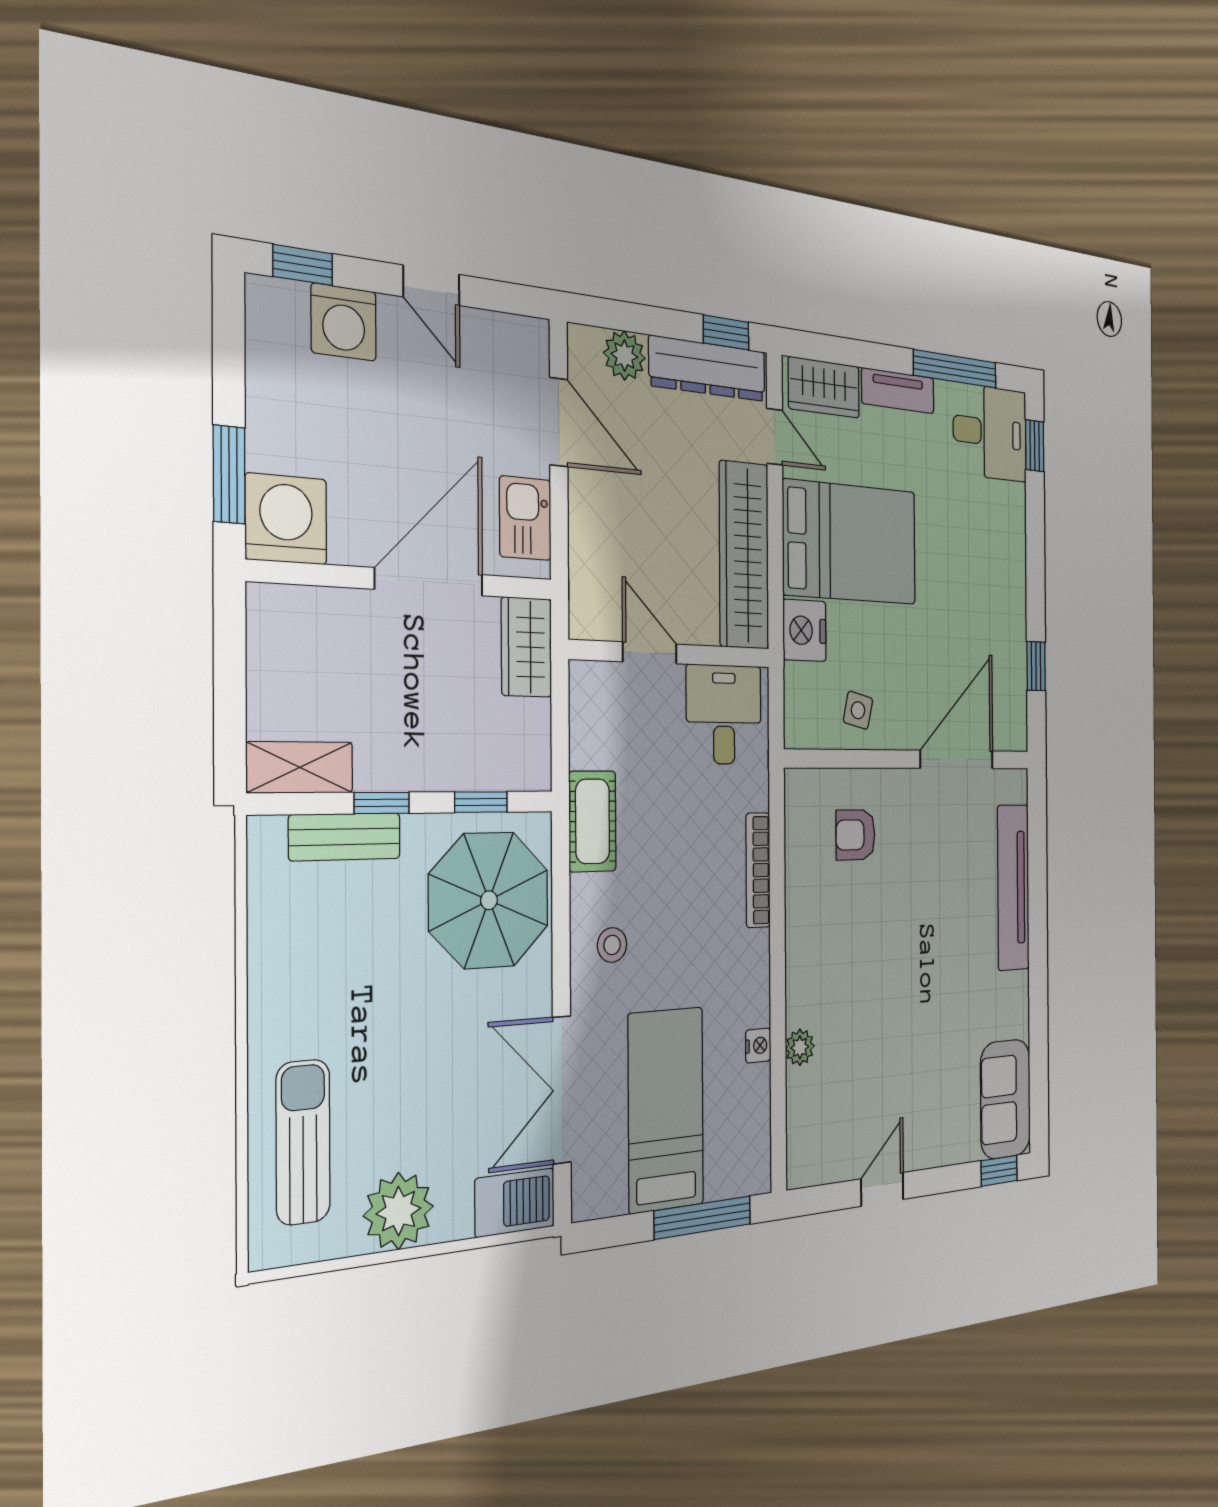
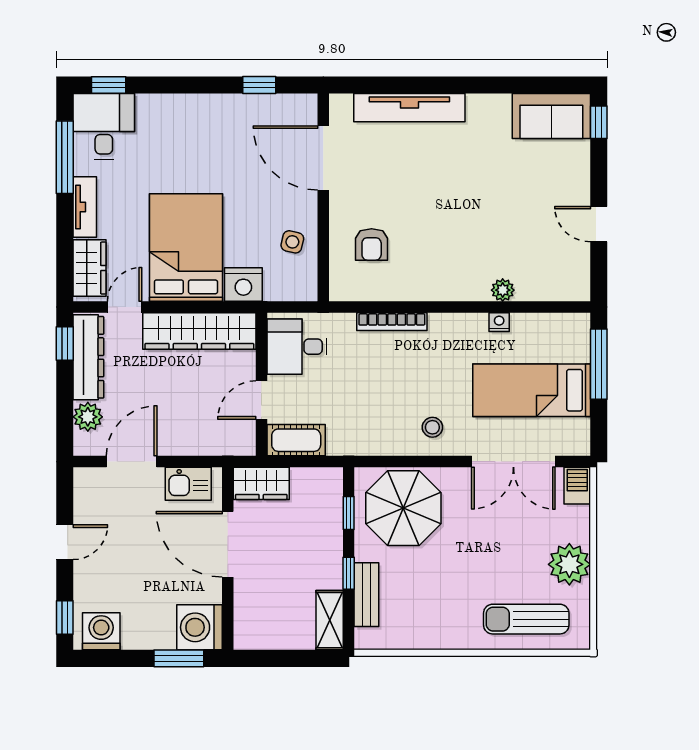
washing machine: (344, 322) -> (101, 631), moved, turned -90
cot: (593, 821) -> (296, 440), moved
barbecue: (515, 1203) -> (577, 486), width x0.73, depth x0.79

